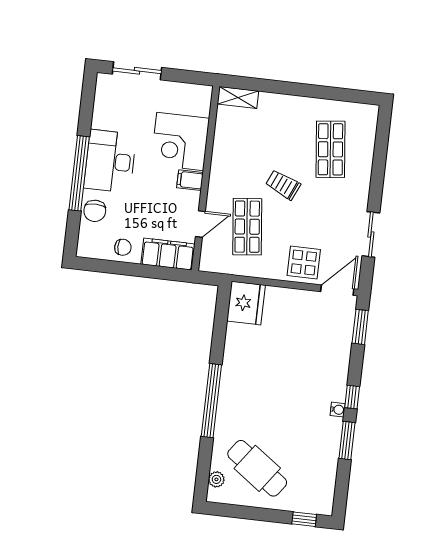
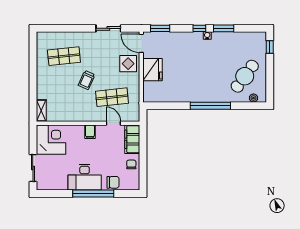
corner desk: (180, 141) -> (51, 140), moved, turned -90
fridge: (246, 303) -> (152, 70), moved, turned 90

